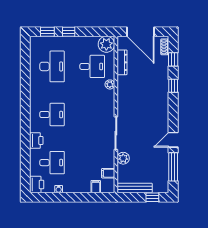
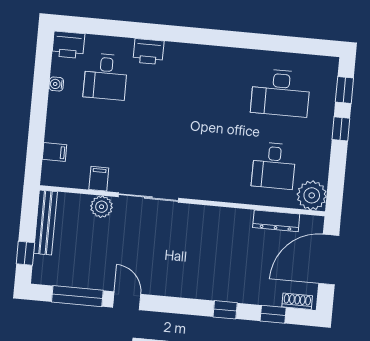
plant: (110, 84) -> (238, 195), removed
desk: (52, 115) -> (193, 85), removed
filing cabinet: (108, 173) -> (99, 179), moved

